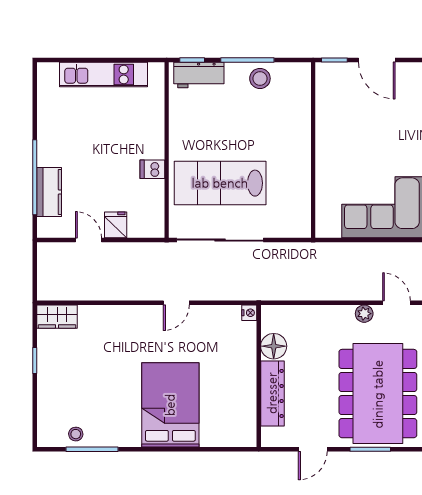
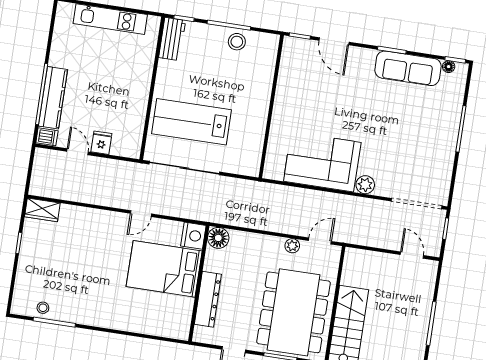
workbench: (199, 75) -> (172, 39), moved, turned -90
dishwasher: (152, 169) -> (47, 137), moved, turned 180
kitchen counter: (49, 192) -> (53, 98), width x1.50
door: (396, 303) -> (320, 241), hinge flipped
nightstand: (249, 313) -> (193, 236), width x1.89, depth x1.79
floor lamp: (274, 346) -> (218, 238), moved
bed: (170, 405) -> (164, 269), moved, turned -90

